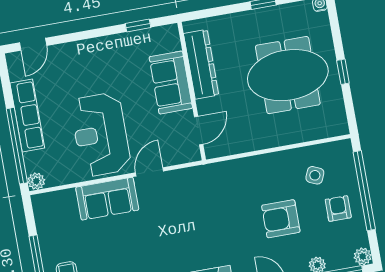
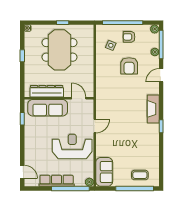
sofa: (171, 83) -> (48, 108), width x1.36
reception desk: (101, 135) -> (72, 147), turned 180
door: (149, 172) -> (95, 126), swing flipped
sofa: (107, 199) -> (104, 172), moved

